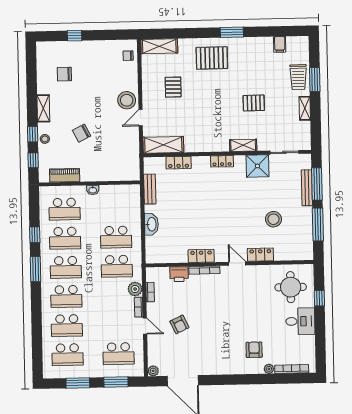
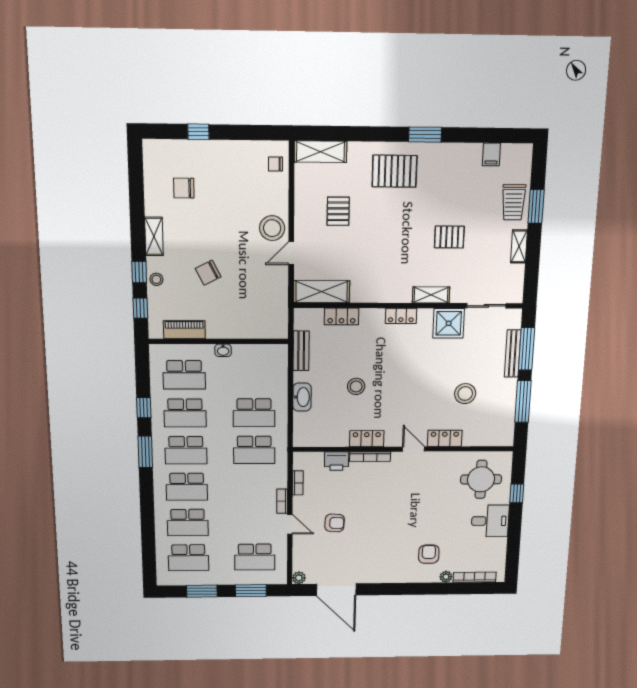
stool: (191, 215) -> (356, 386), added
plant: (135, 289) -> (278, 479), removed
armchair: (179, 324) -> (335, 523), turned -62

